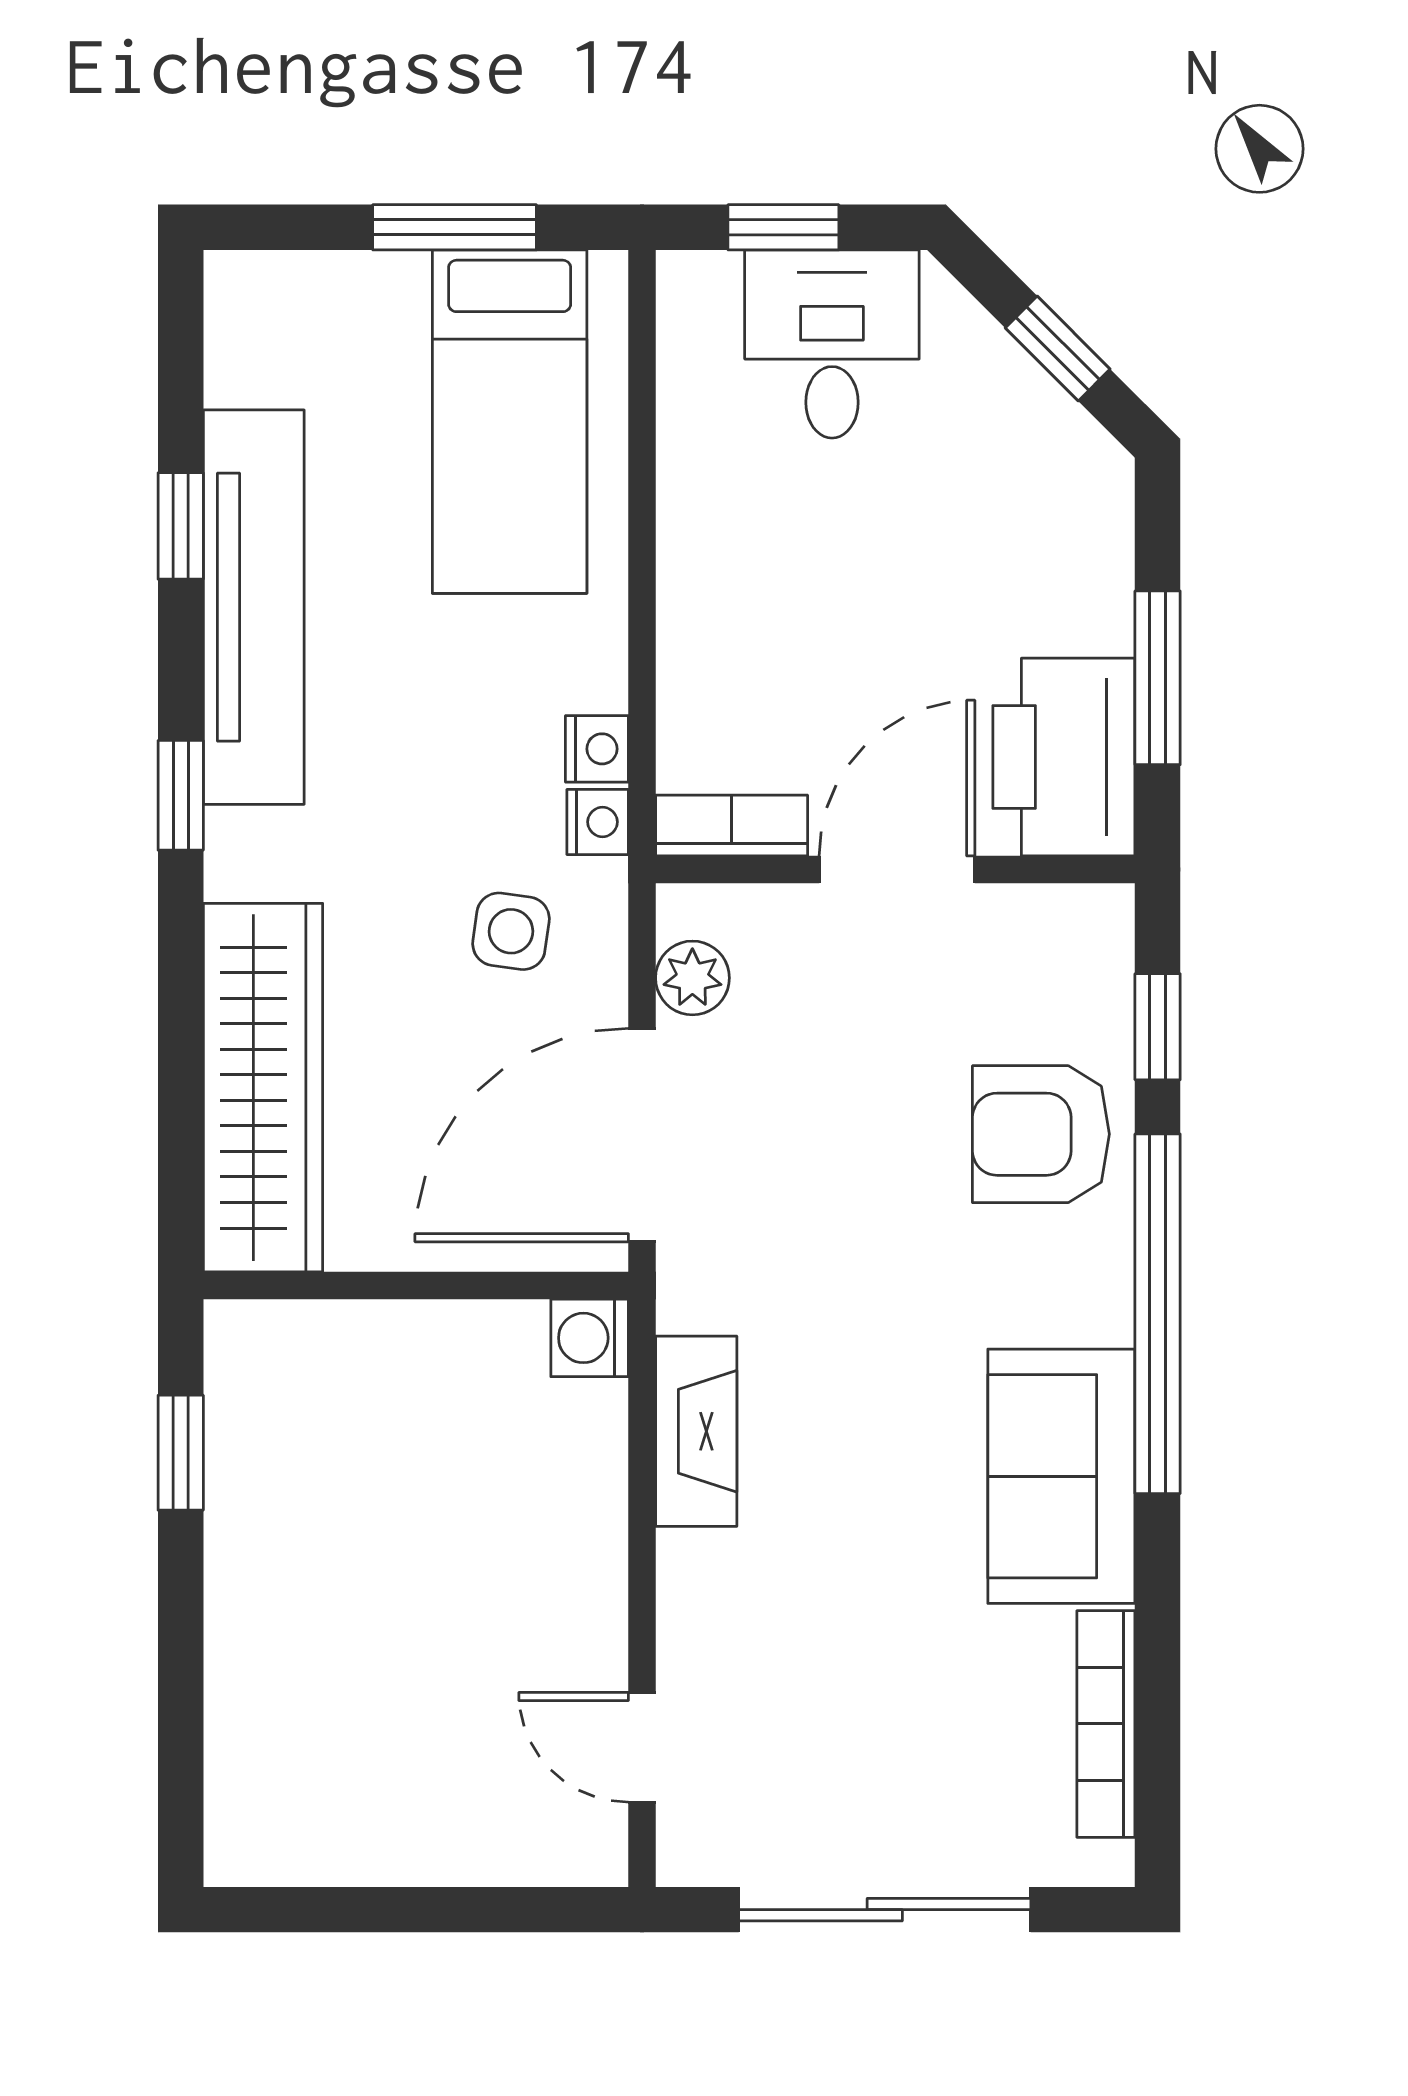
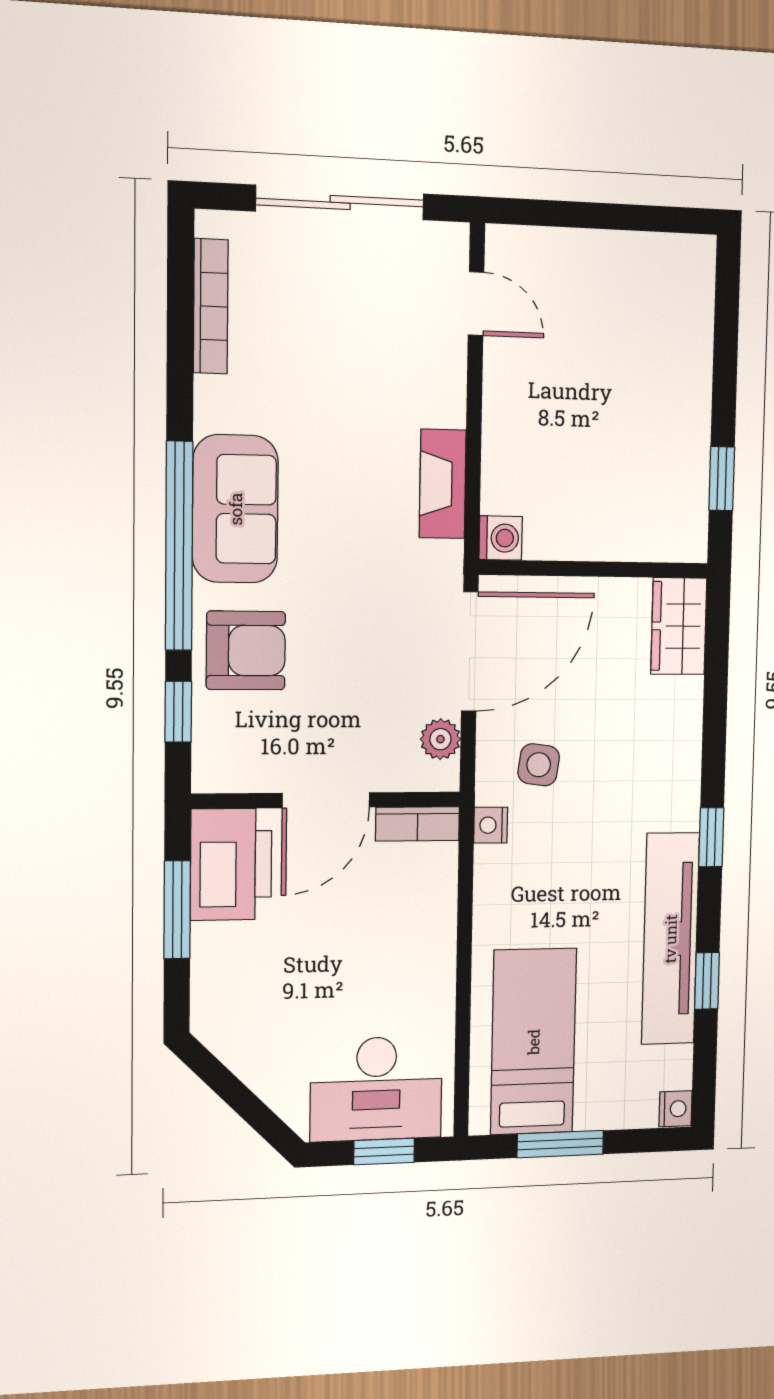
desk: (832, 344) -> (376, 1089), width x1.37
window: (1058, 348) -> (233, 1091), removed
nightstand: (597, 749) -> (676, 1109), moved, turned 180
wardrobe: (263, 1088) -> (679, 626), width x0.48, depth x0.85
sofa: (1061, 1476) -> (235, 509), moved

